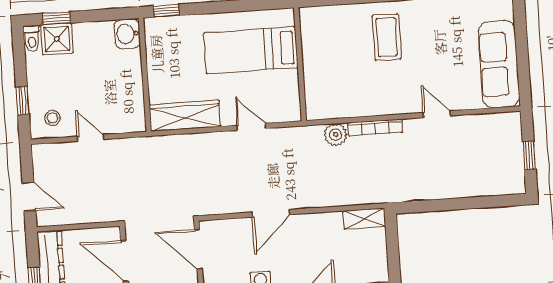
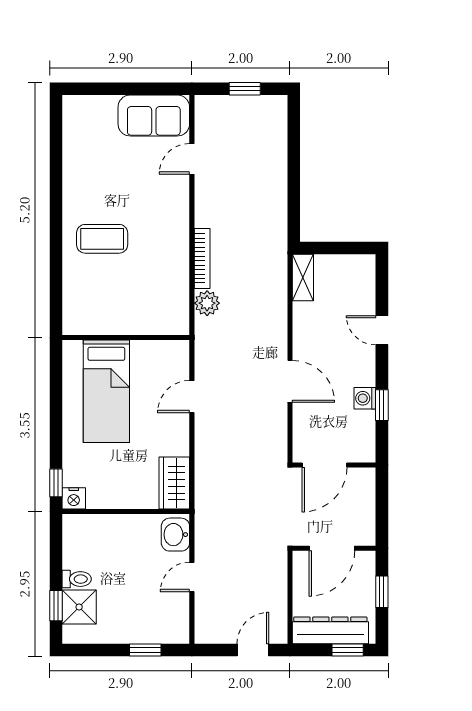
nightstand: (153, 28) -> (74, 498), added
washbasin: (127, 34) -> (175, 535), moved, turned 90
toilet: (32, 38) -> (77, 579), moved
sofa: (499, 64) -> (154, 116), width x0.73
door: (437, 114) -> (192, 159), moved
wardrobe: (185, 116) -> (174, 483), width x0.67
stool: (52, 118) -> (167, 618), removed

